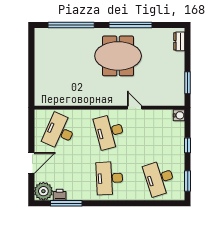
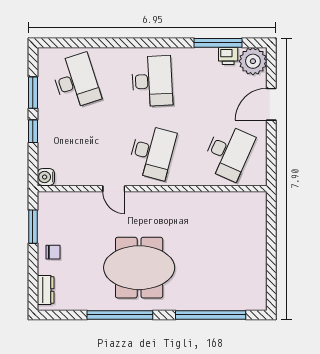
chair: (174, 66) -> (53, 252), added
desk: (109, 132) -> (152, 152), turned 30
window: (188, 181) -> (33, 93), moved

